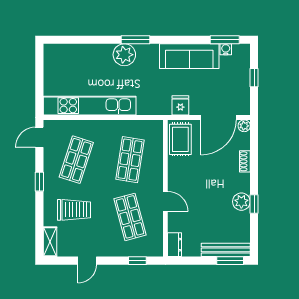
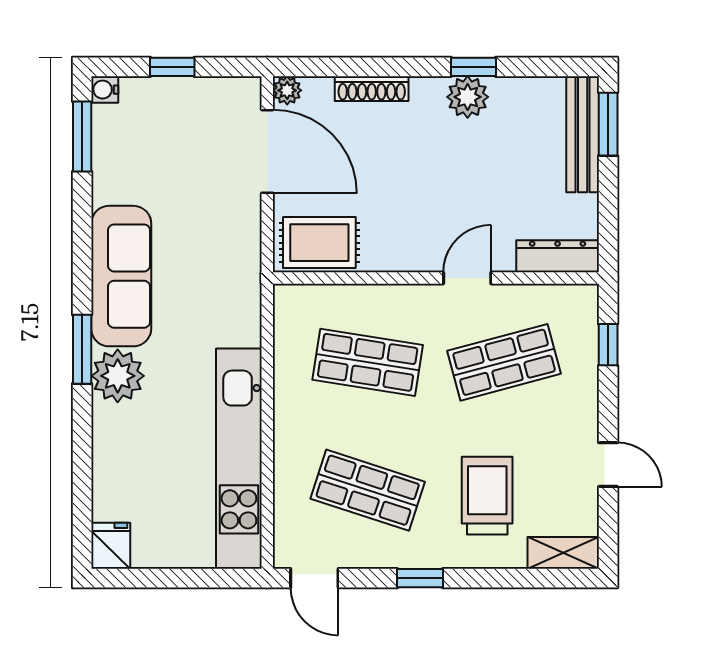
water cooler: (226, 49) -> (105, 90), moved
sofa: (189, 56) -> (121, 276), moved
fridge: (180, 105) -> (111, 546), moved, turned 90
shoe rack: (245, 161) -> (372, 89), width x1.43
dresser: (174, 245) -> (558, 256), width x1.44

